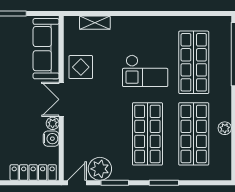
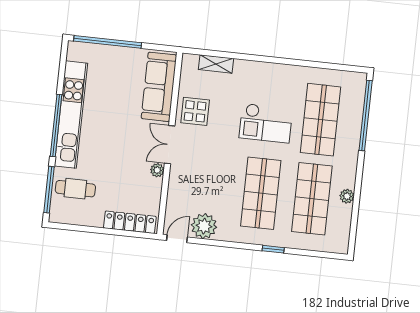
water cooler: (51, 139) -> (154, 187), removed
window: (115, 183) -> (219, 243), removed
window: (164, 183) -> (273, 249), width x0.67

